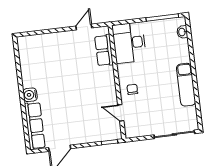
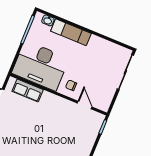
desk: (129, 43) -> (40, 66), width x1.36, depth x1.30
exam couch: (186, 85) -> (71, 32), moved
door: (121, 113) -> (85, 105), swing flipped

